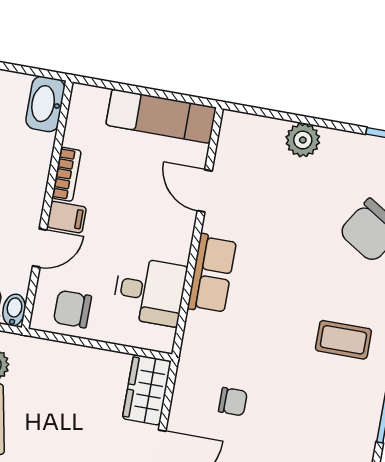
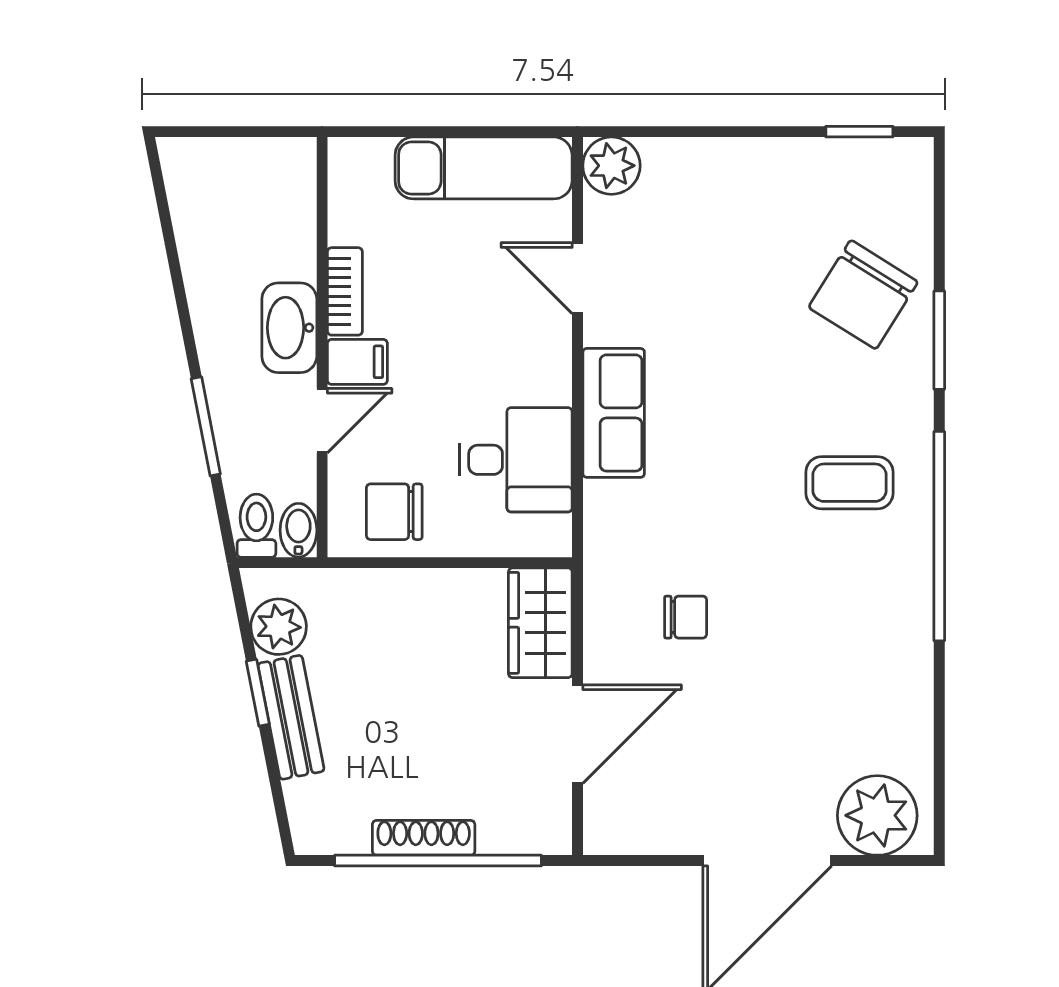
washbasin: (45, 104) -> (289, 328), moved
plant: (303, 140) -> (611, 166), moved

